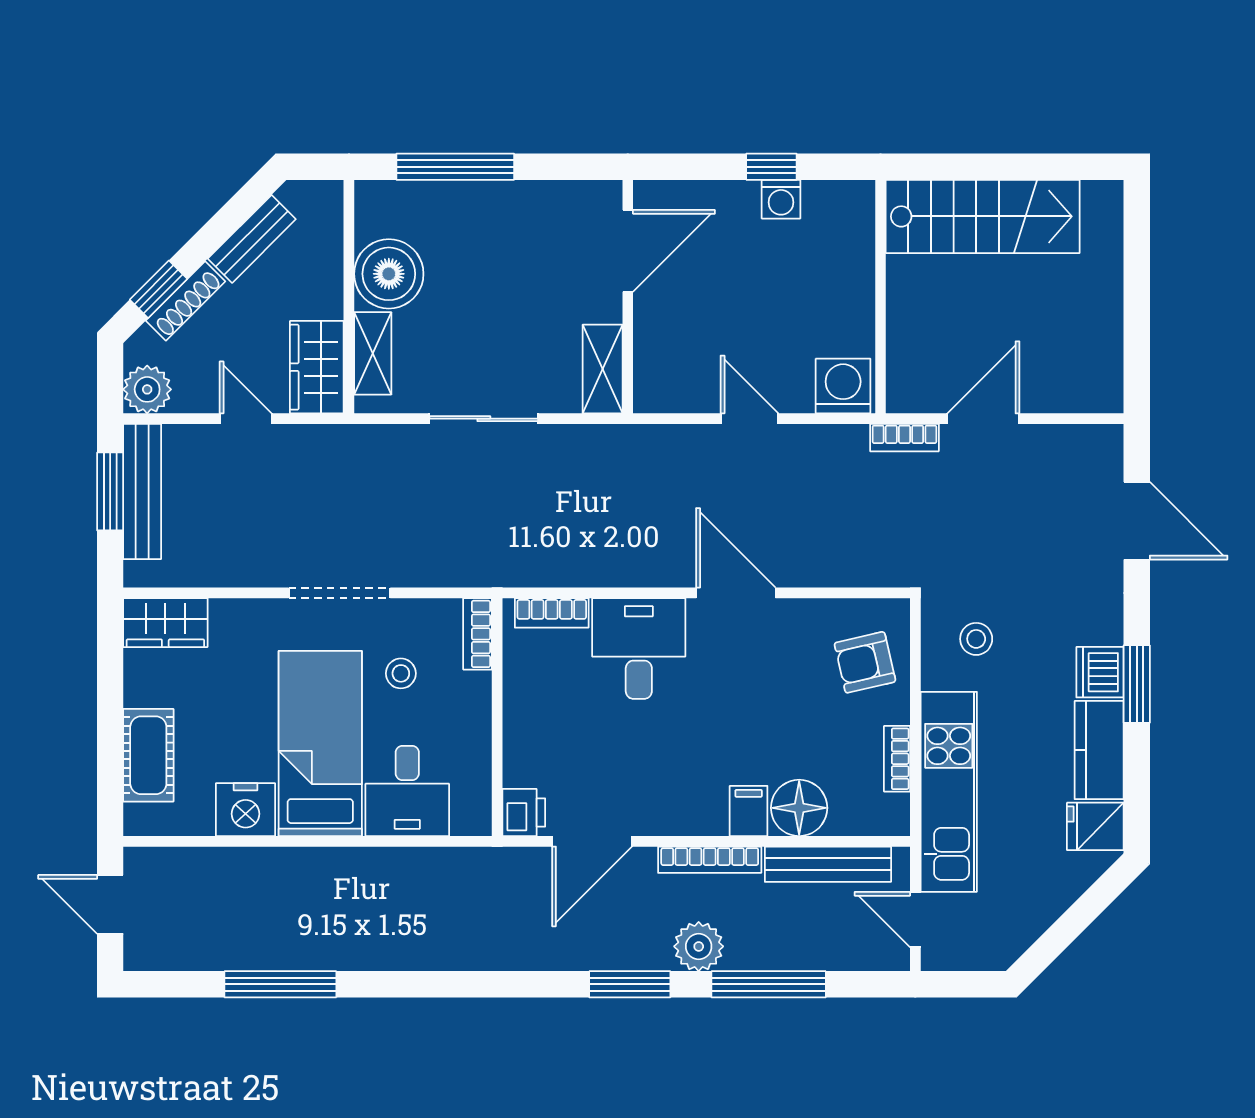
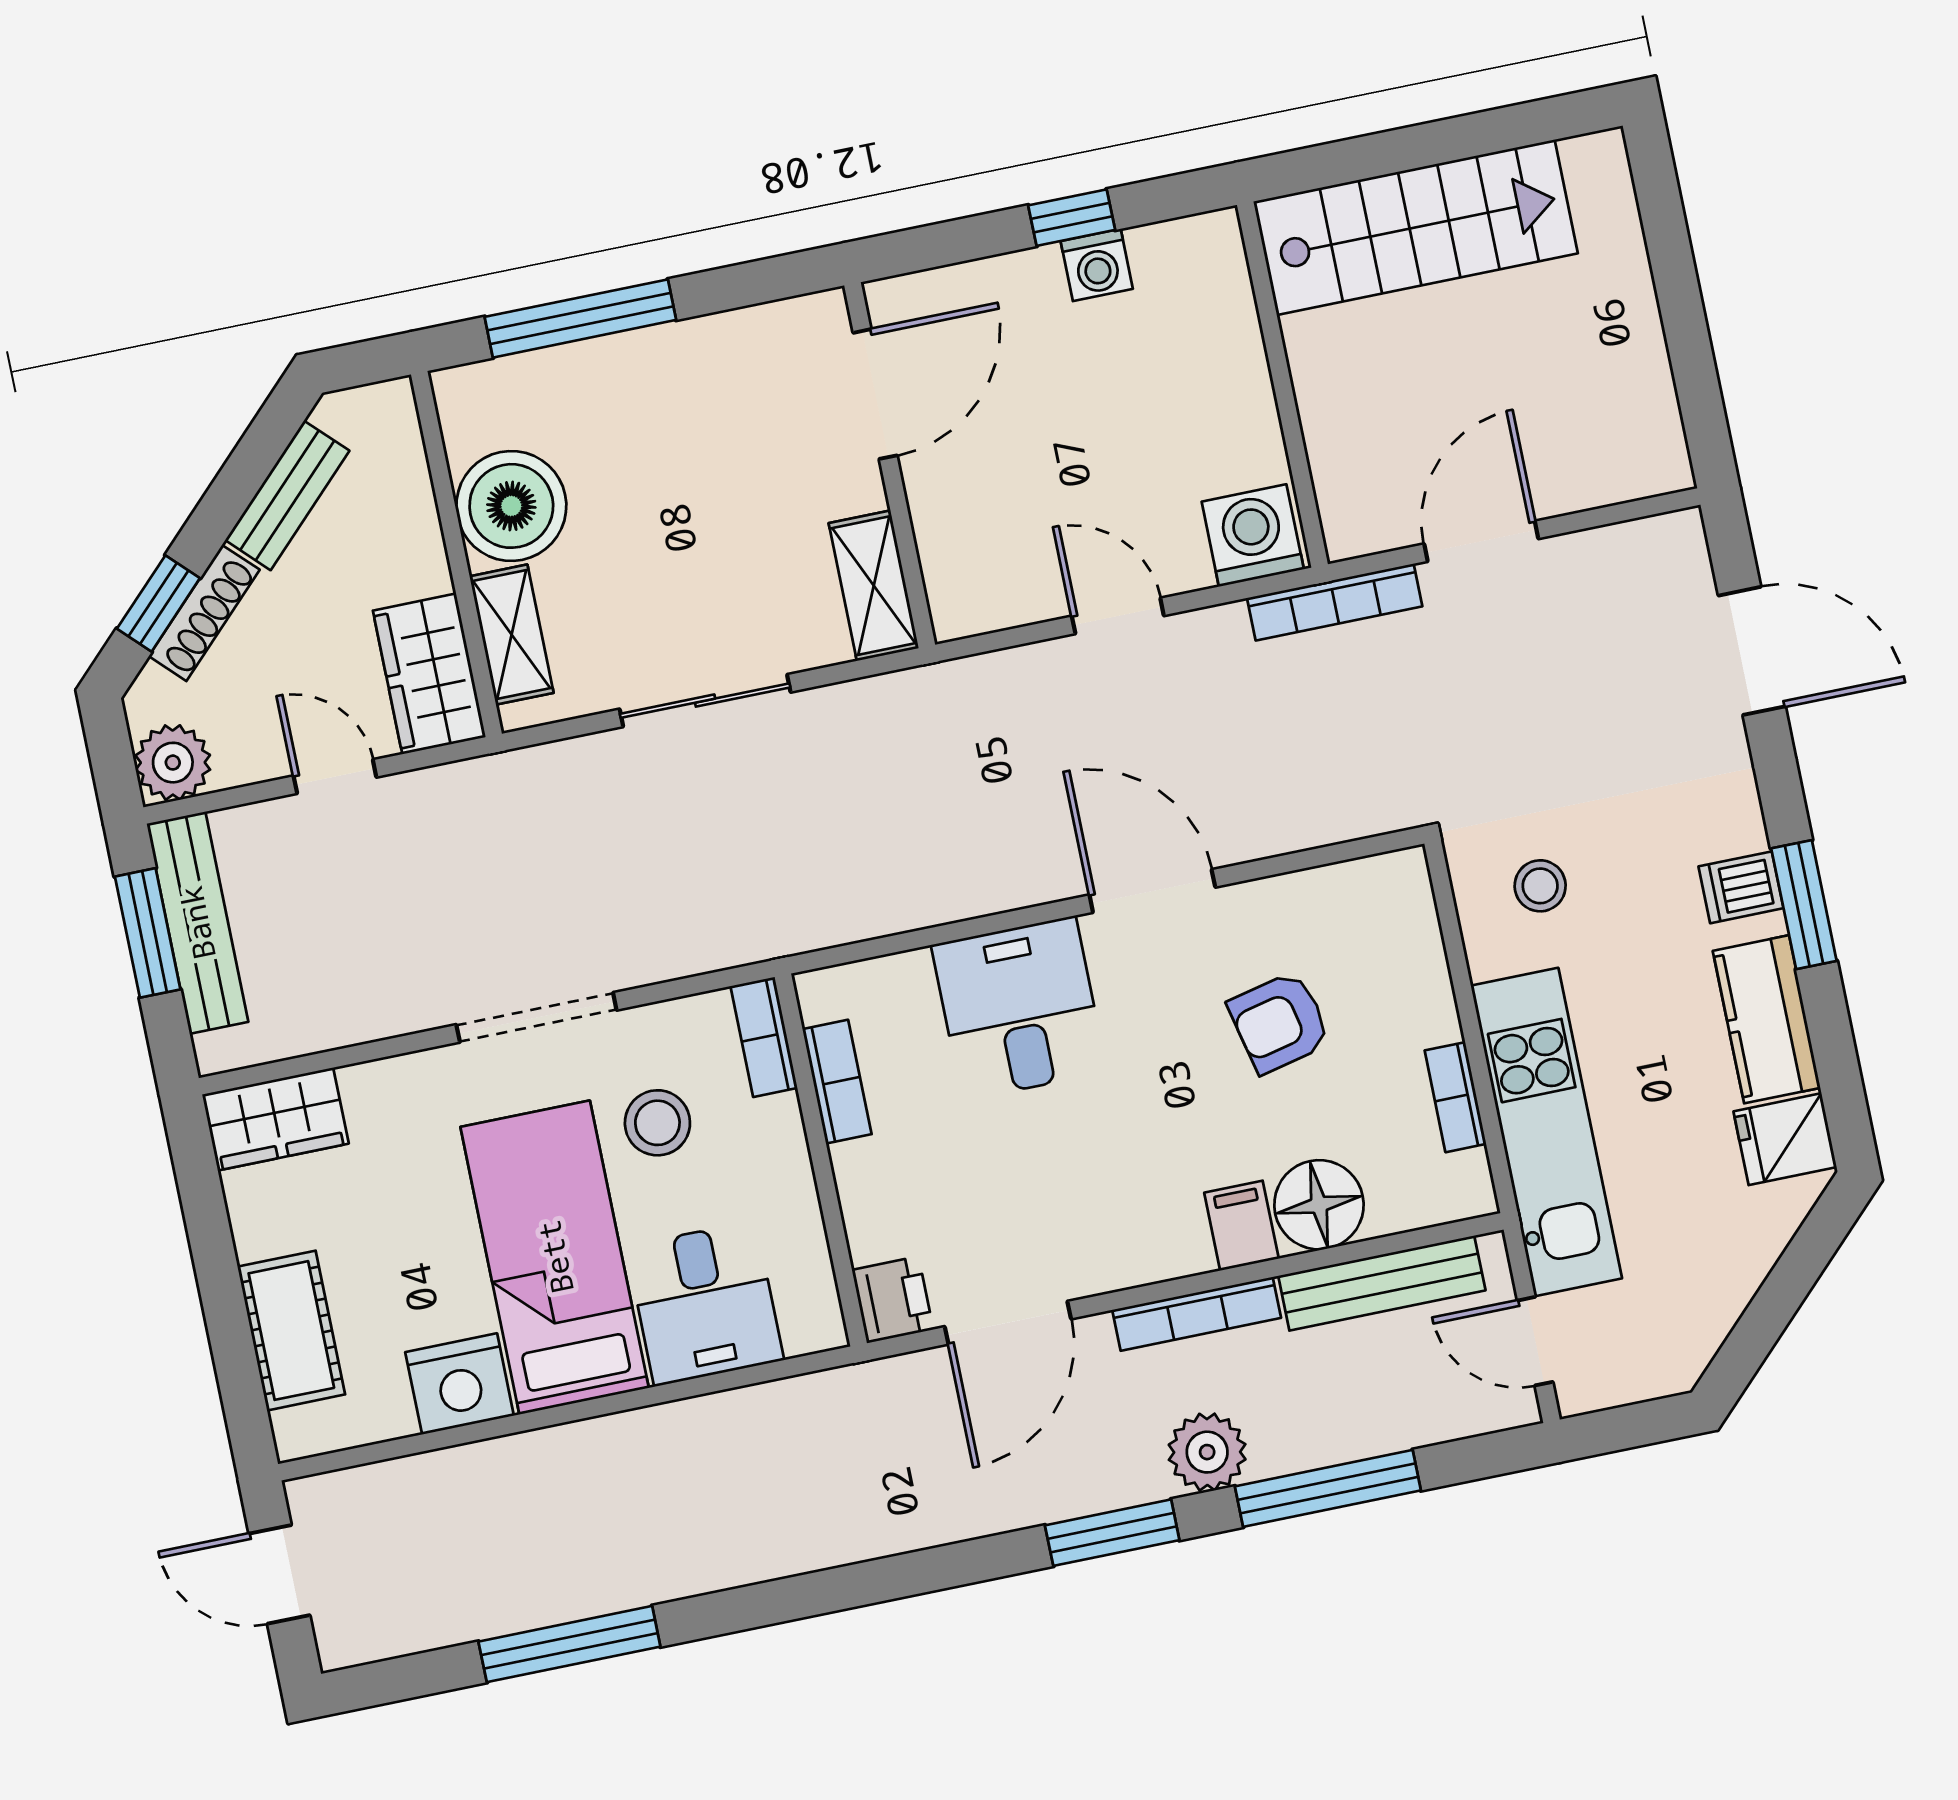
bookcase: (904, 438) -> (1335, 602), width x1.56
bookcase: (552, 613) -> (837, 1082), moved, turned -90
armchair: (865, 662) -> (1279, 1022), moved
dishwasher: (1100, 672) -> (1741, 887), width x0.73
stool: (401, 673) -> (657, 1123), width x1.37, depth x1.37

